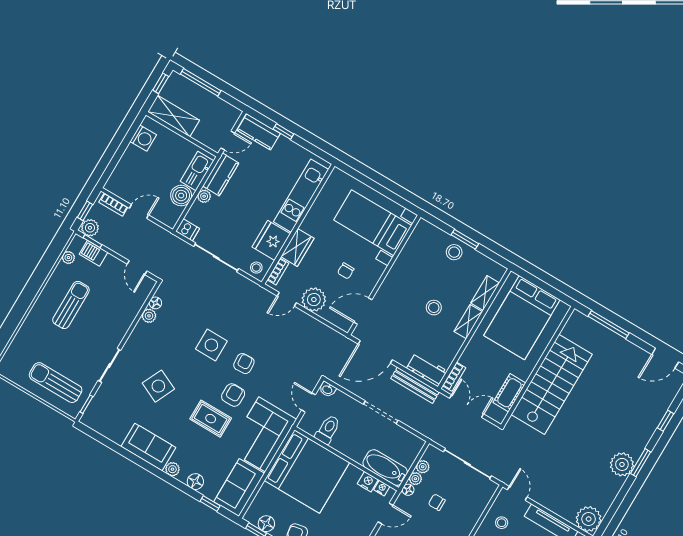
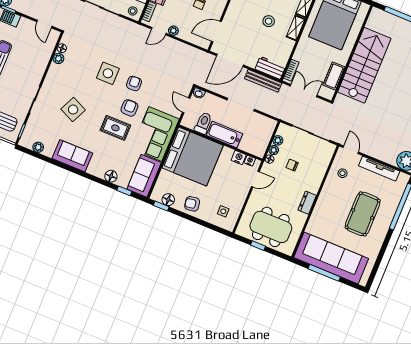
plant: (314, 300) -> (173, 31), width x0.53, depth x0.53
bathtub: (385, 468) -> (224, 135), moved
plant: (172, 469) -> (38, 147), moved

